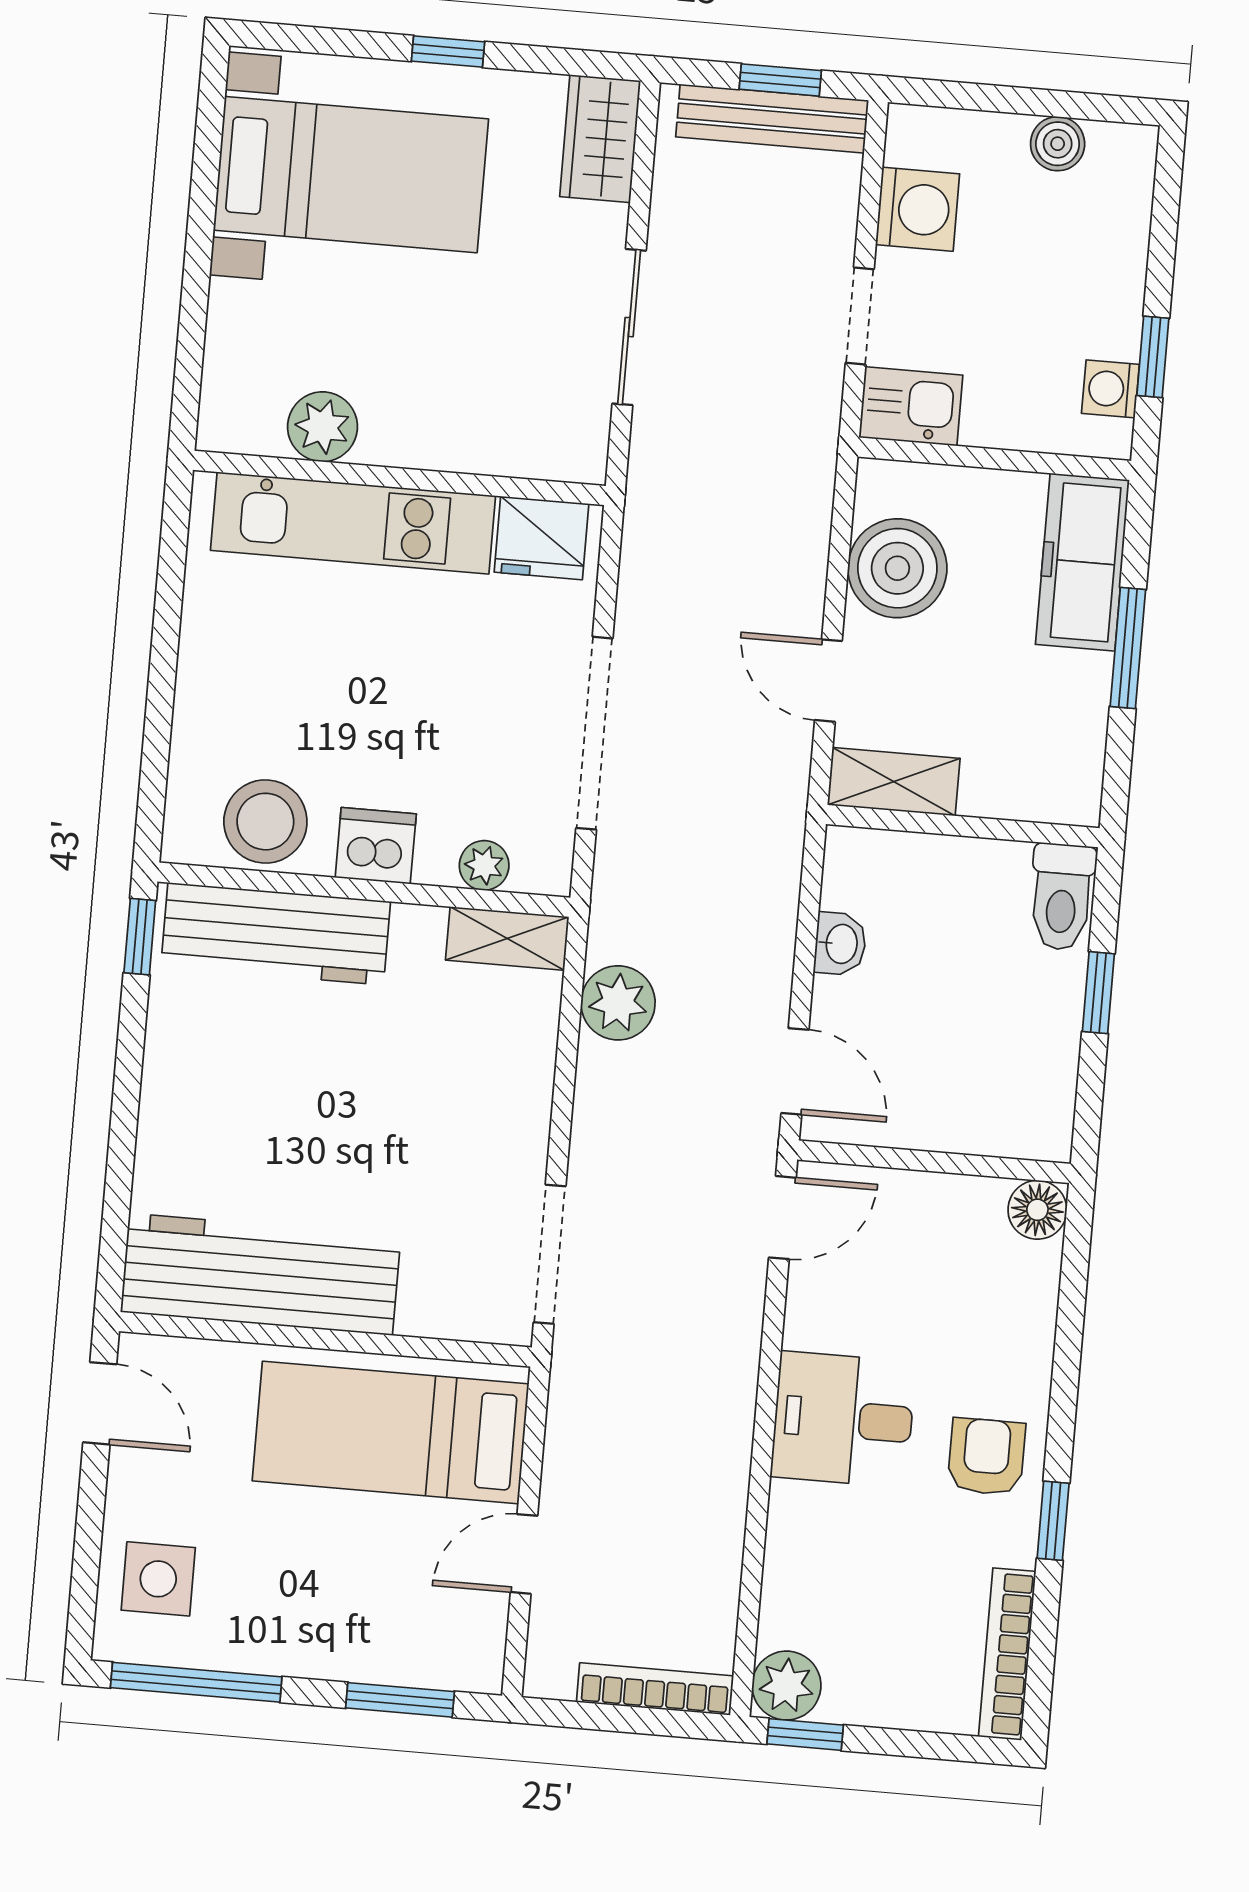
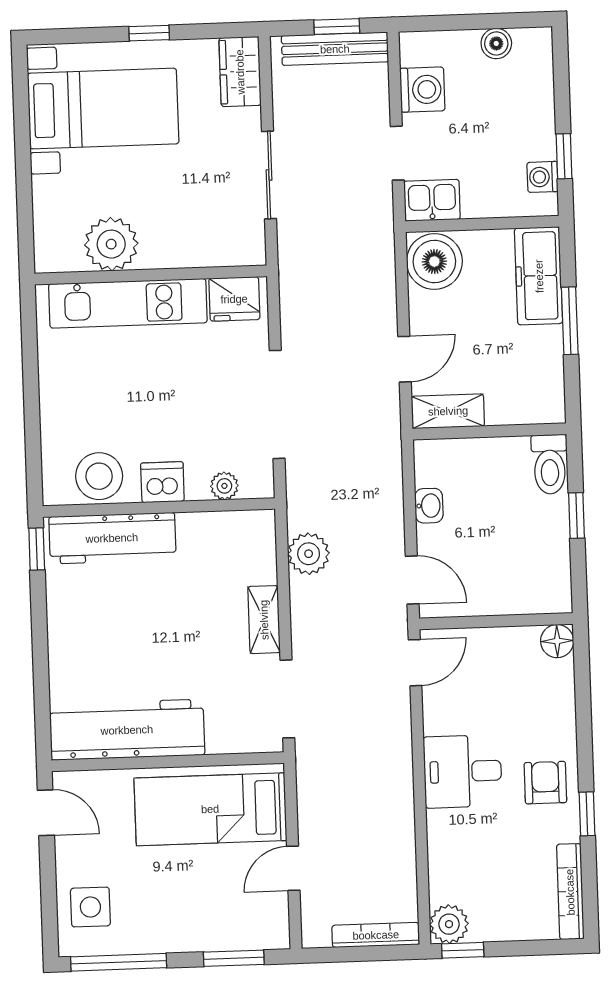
plant: (322, 427) -> (111, 244), width x1.36, depth x1.36
boiler: (897, 568) -> (434, 262), moved
door: (828, 681) -> (404, 359), swing flipped
shelving: (507, 938) -> (264, 620), moved, turned 90

